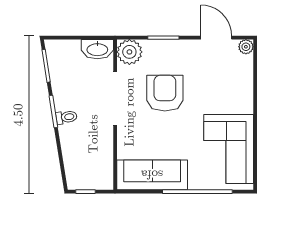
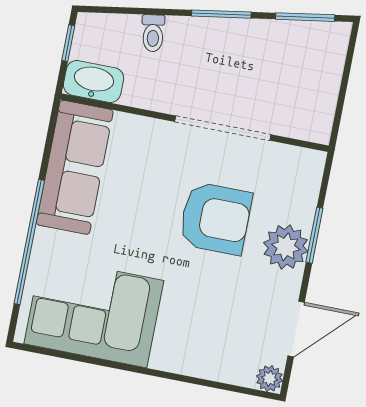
washbasin: (97, 49) -> (94, 81), moved, turned 90
plant: (129, 52) -> (286, 247), moved
toilet: (66, 117) -> (153, 33), moved

